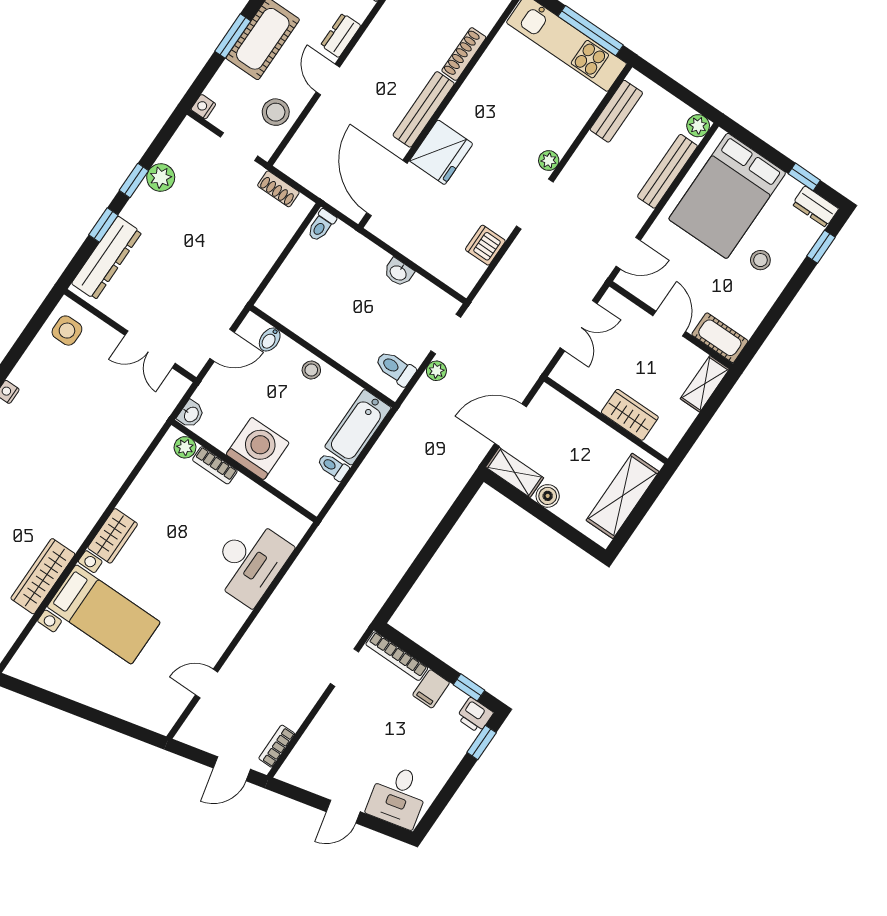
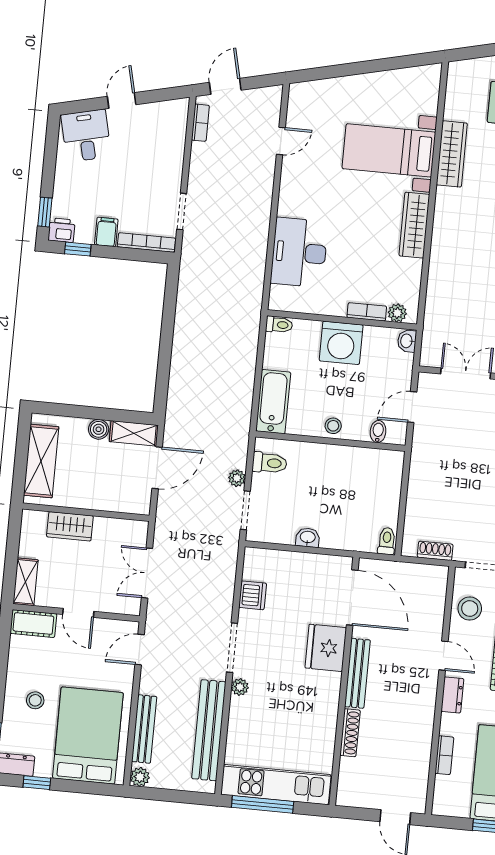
bench: (616, 111) -> (209, 730), width x1.86, depth x1.21
toilet: (333, 467) -> (279, 325), moved
wardrobe: (113, 536) -> (414, 225), width x1.50

